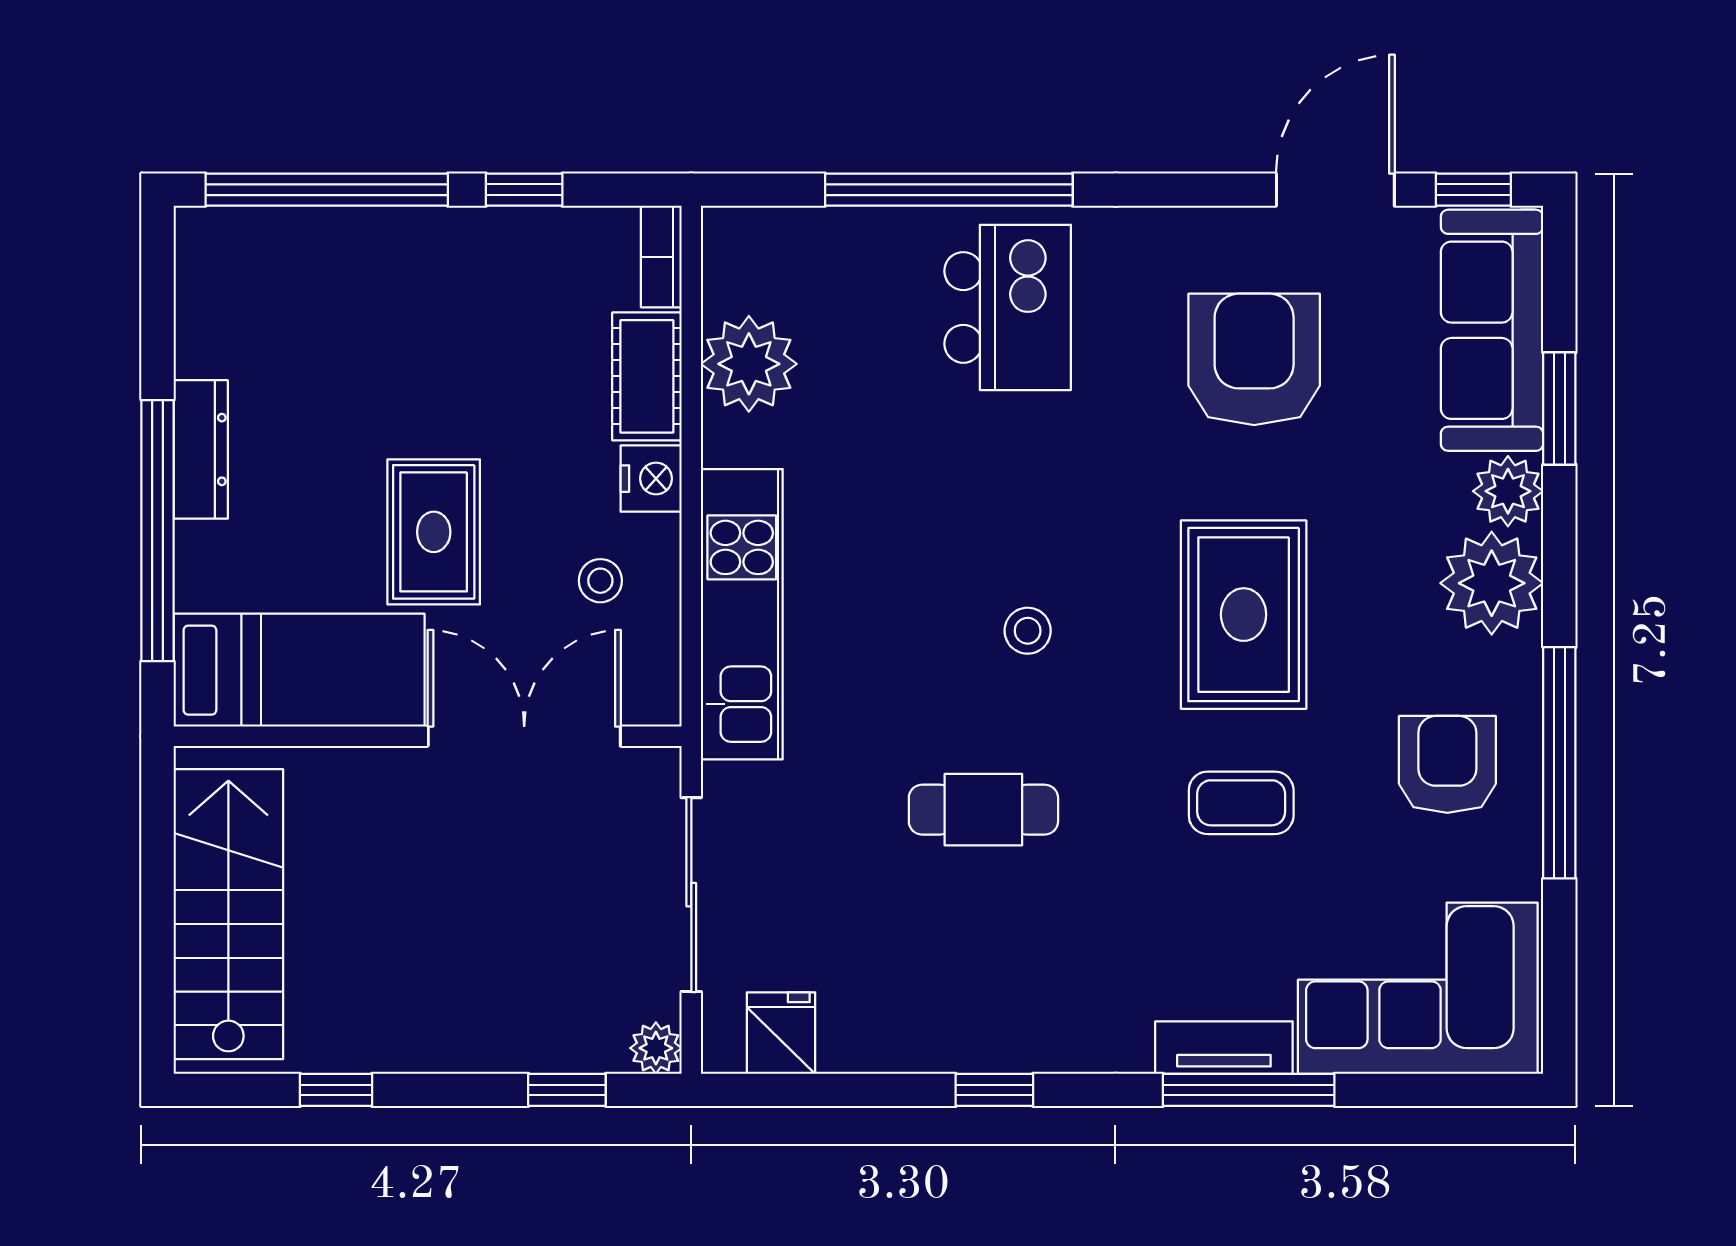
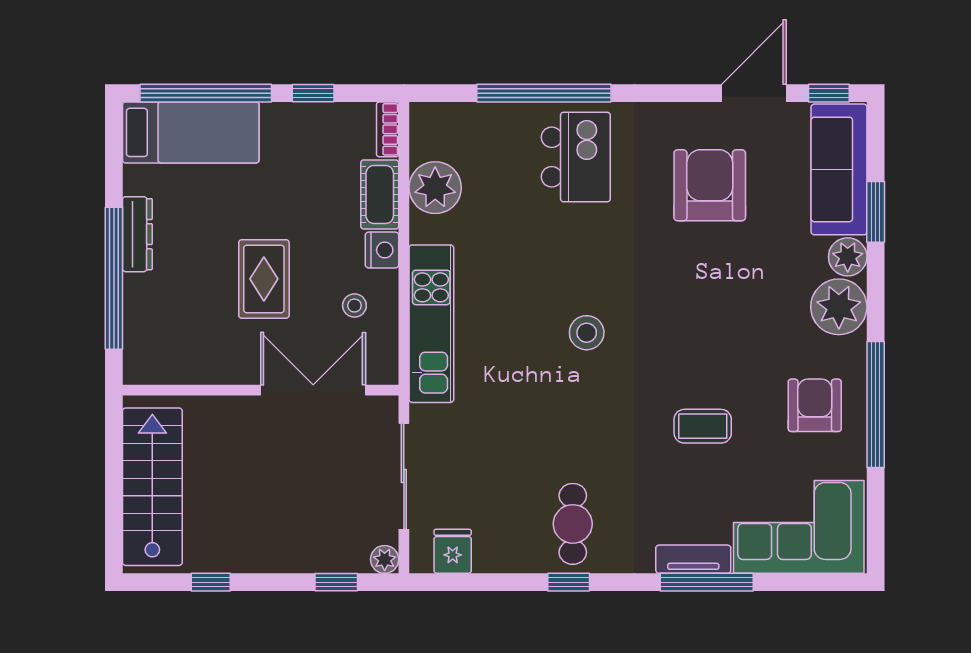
rug: (1244, 615) -> (704, 324), removed
stool: (1028, 631) -> (587, 333), width x1.37, depth x1.37
bed: (299, 670) -> (191, 132), moved
cafe table: (983, 810) -> (573, 524), moved, turned 90

